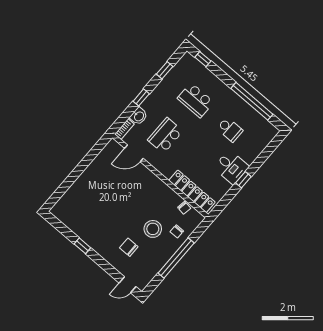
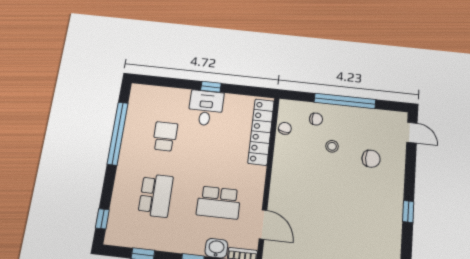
stool: (153, 229) -> (332, 146), width x0.53, depth x0.53
chair: (129, 247) -> (371, 159), turned -90

